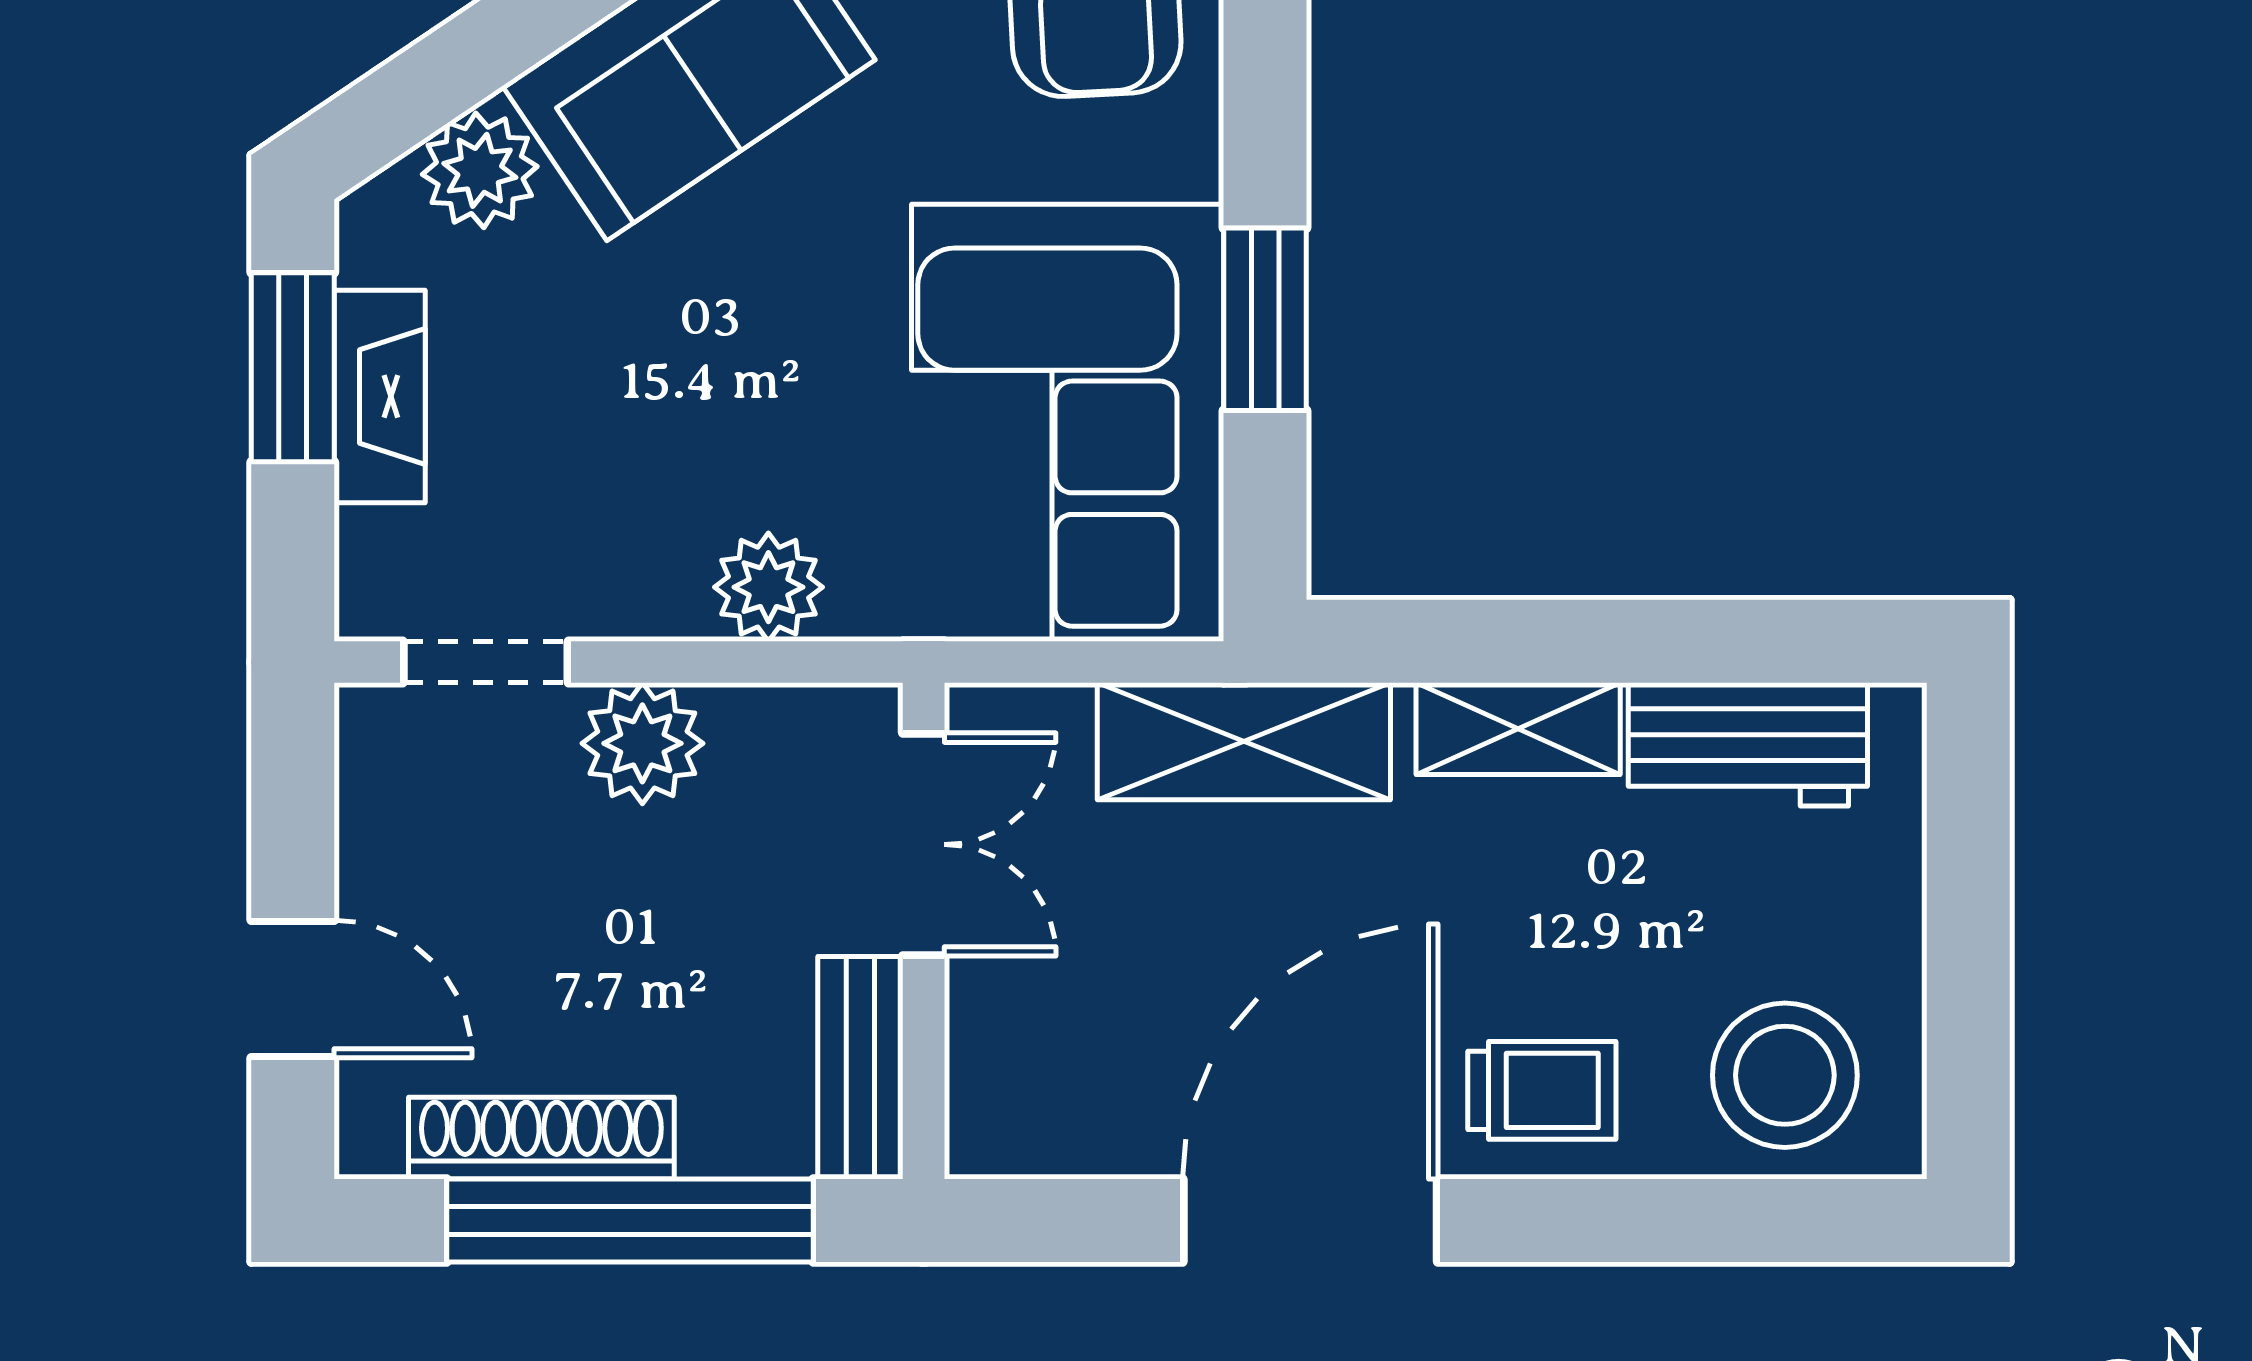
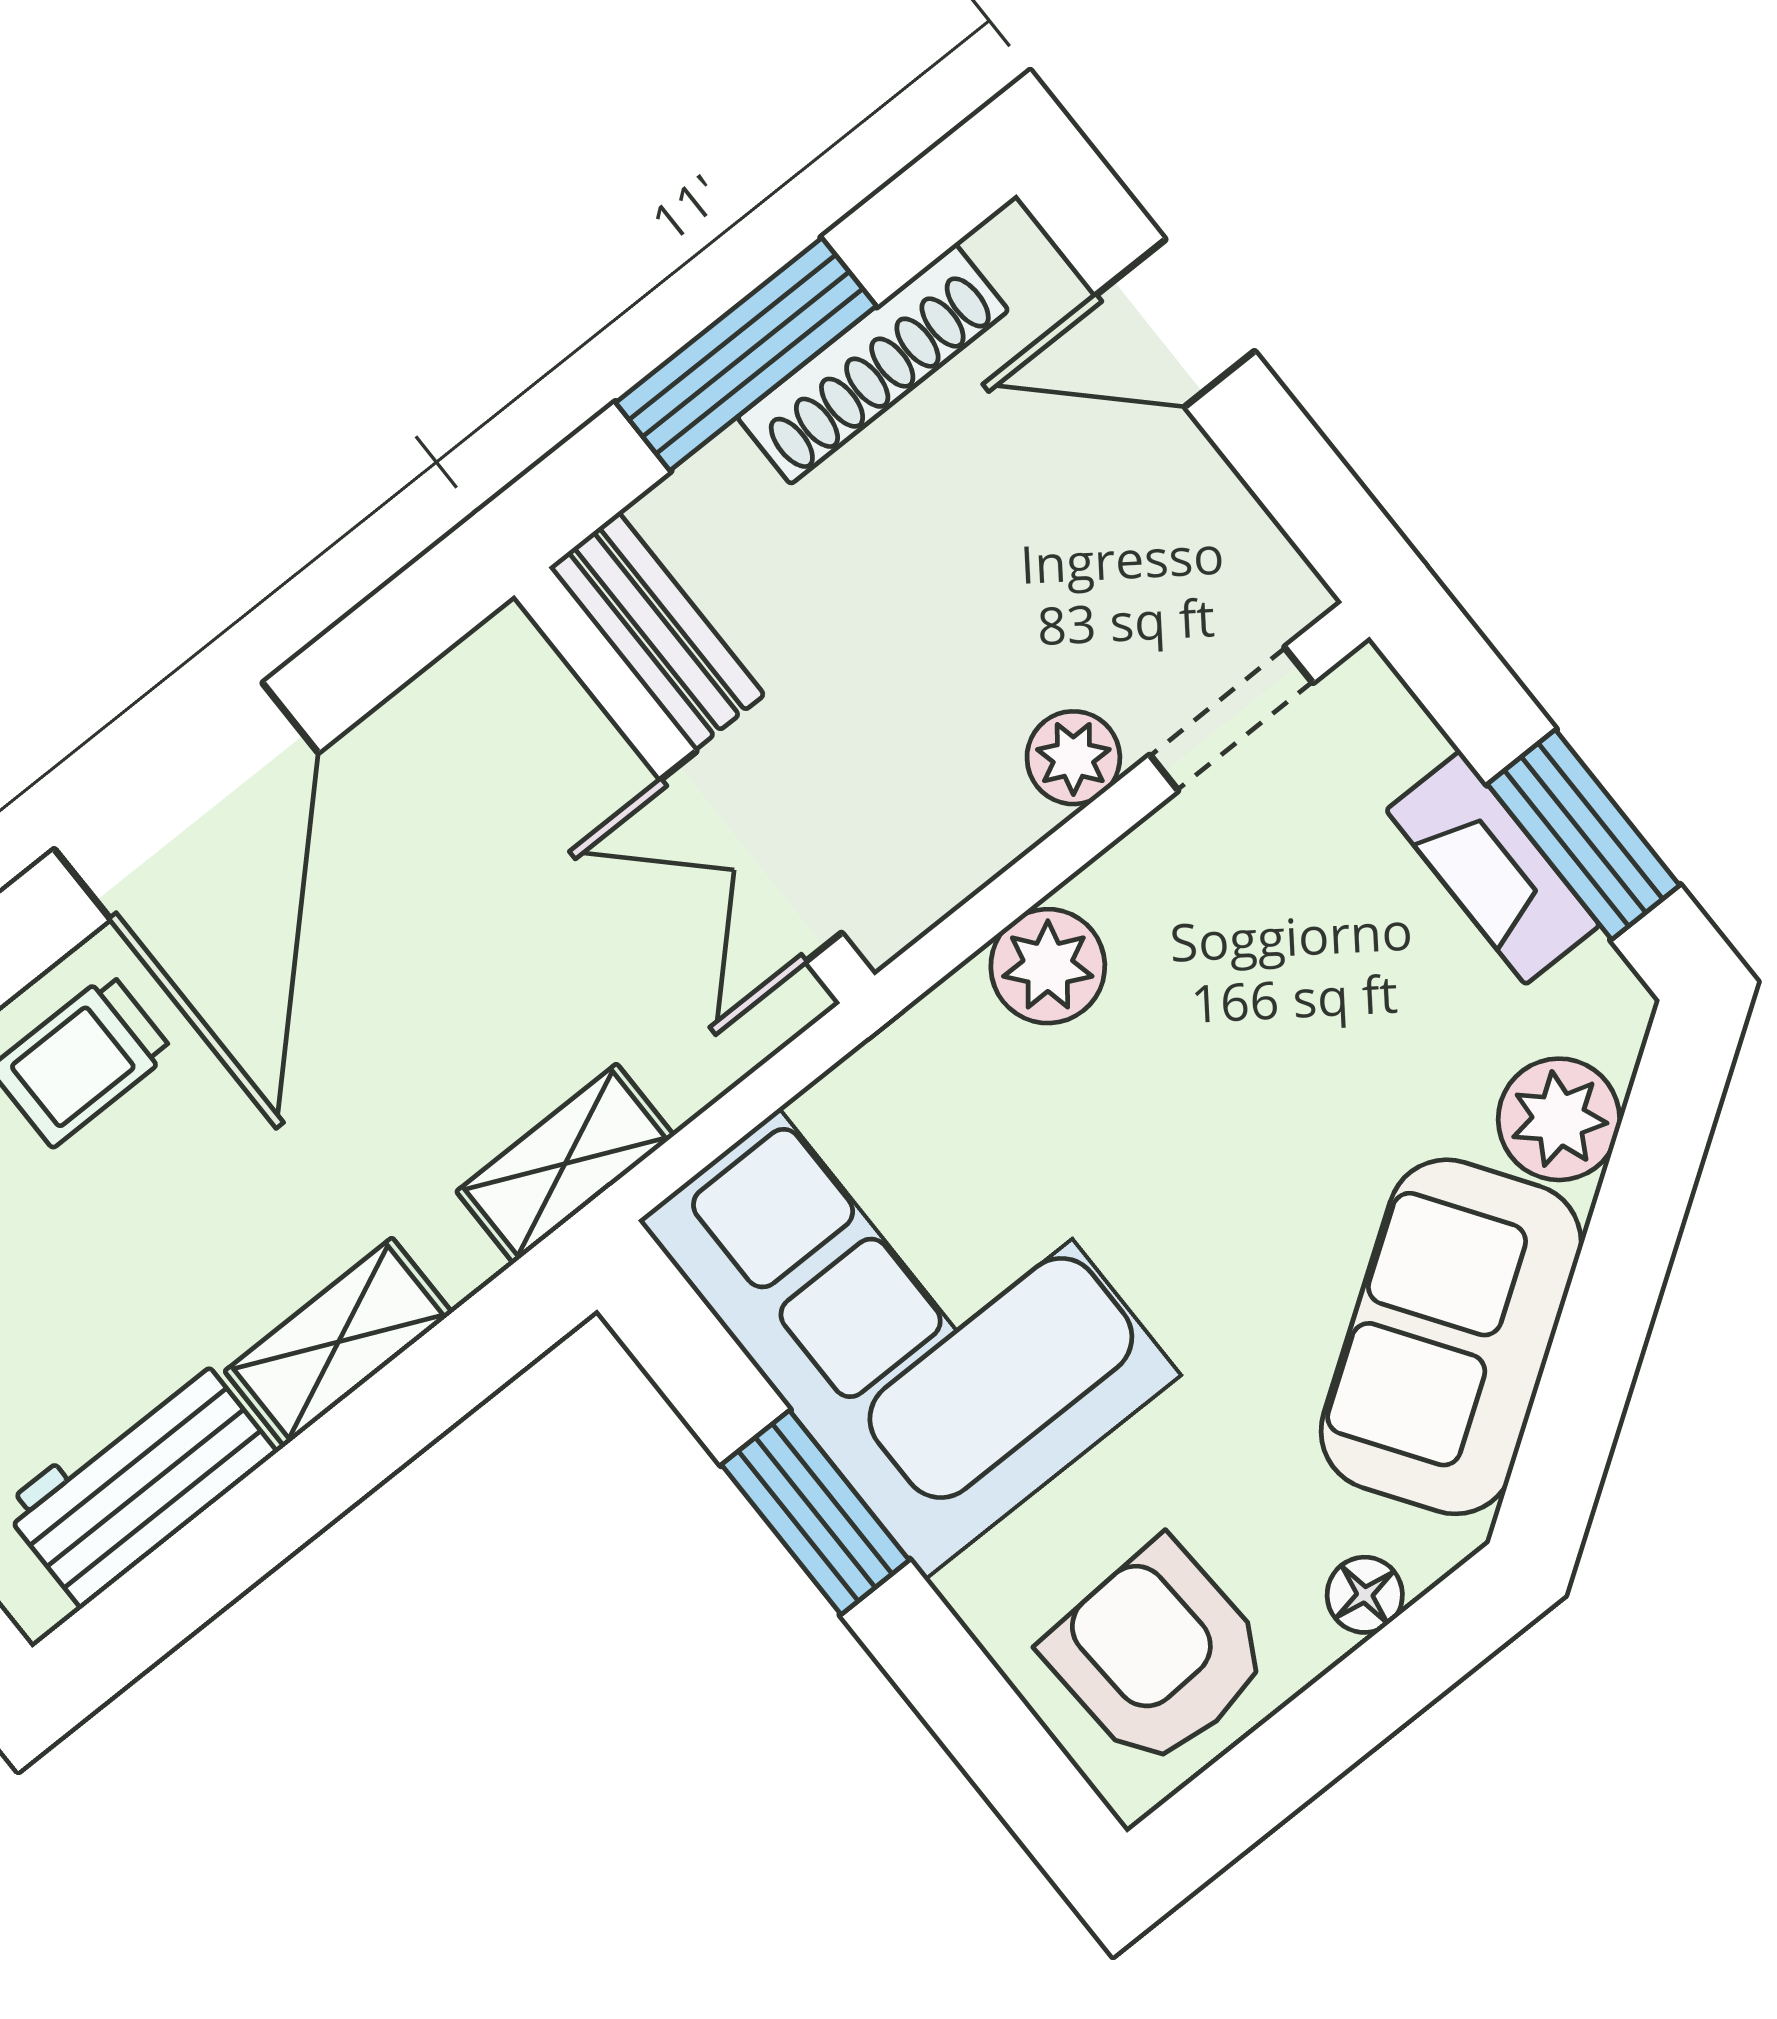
shelving: (1244, 741) -> (565, 1164), width x0.67, depth x0.75
plant: (642, 743) -> (1073, 758), width x0.73, depth x0.73
window: (630, 1221) -> (746, 354), width x0.68

